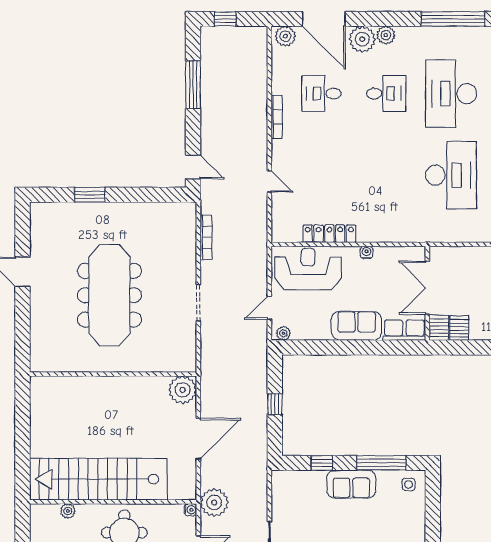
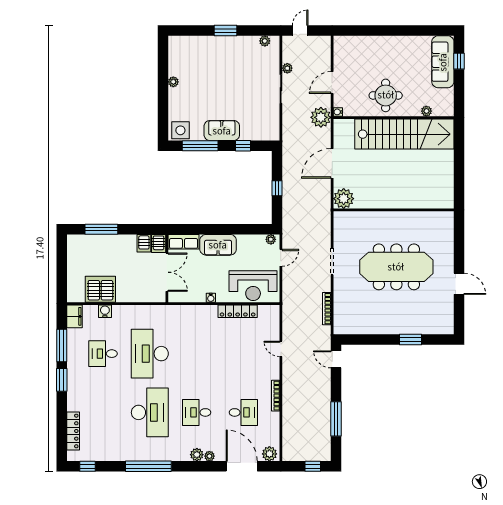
plant: (362, 39) -> (209, 456), width x0.53, depth x0.53
meeting table: (109, 295) -> (396, 267), turned 90
side table: (409, 484) -> (180, 130), width x1.87, depth x1.87

